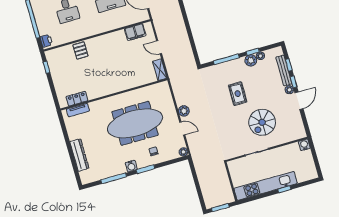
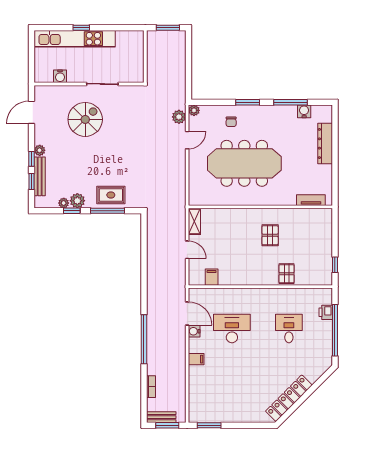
filing cabinet: (135, 32) -> (212, 277), width x0.50
printer: (46, 41) -> (326, 312), moved
pallet: (101, 75) -> (270, 235), added
rug: (238, 94) -> (111, 195), moved, turned 90
locker: (77, 99) -> (308, 215), removed
door: (299, 101) -> (31, 112), moved
plant: (184, 111) -> (179, 117), moved
door: (182, 128) -> (187, 140), swing flipped
water cooler: (304, 145) -> (60, 76), moved
water cooler: (131, 166) -> (304, 111), moved
kitchen unit: (266, 186) -> (75, 39), moved

